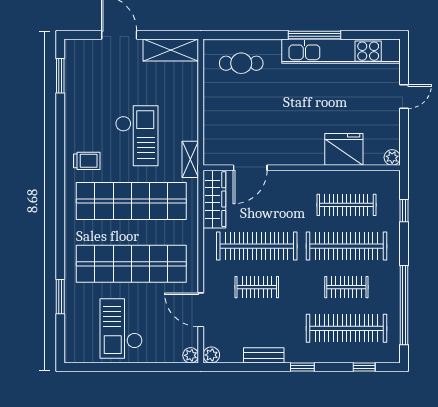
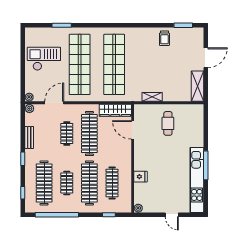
cafe table: (241, 63) -> (168, 123), moved
checkout: (137, 136) -> (150, 67), removed
fridge: (344, 149) -> (140, 177), width x0.53, depth x0.75
shelving: (190, 159) -> (152, 97), moved
trolley: (87, 161) -> (164, 38), moved

